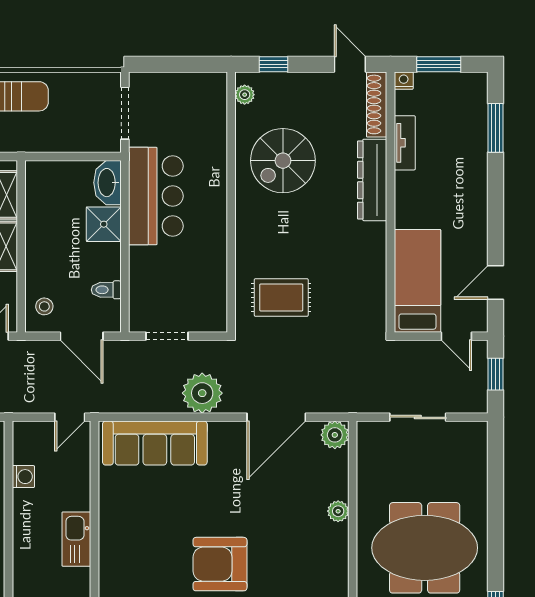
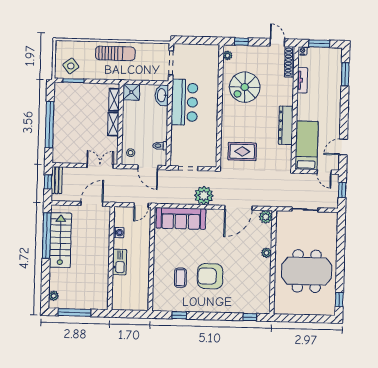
dresser: (372, 180) -> (286, 125), moved
shower: (104, 224) -> (131, 92), moved
kitchen sink: (76, 539) -> (119, 262), moved, turned 180
coffee table: (157, 569) -> (180, 278), added

